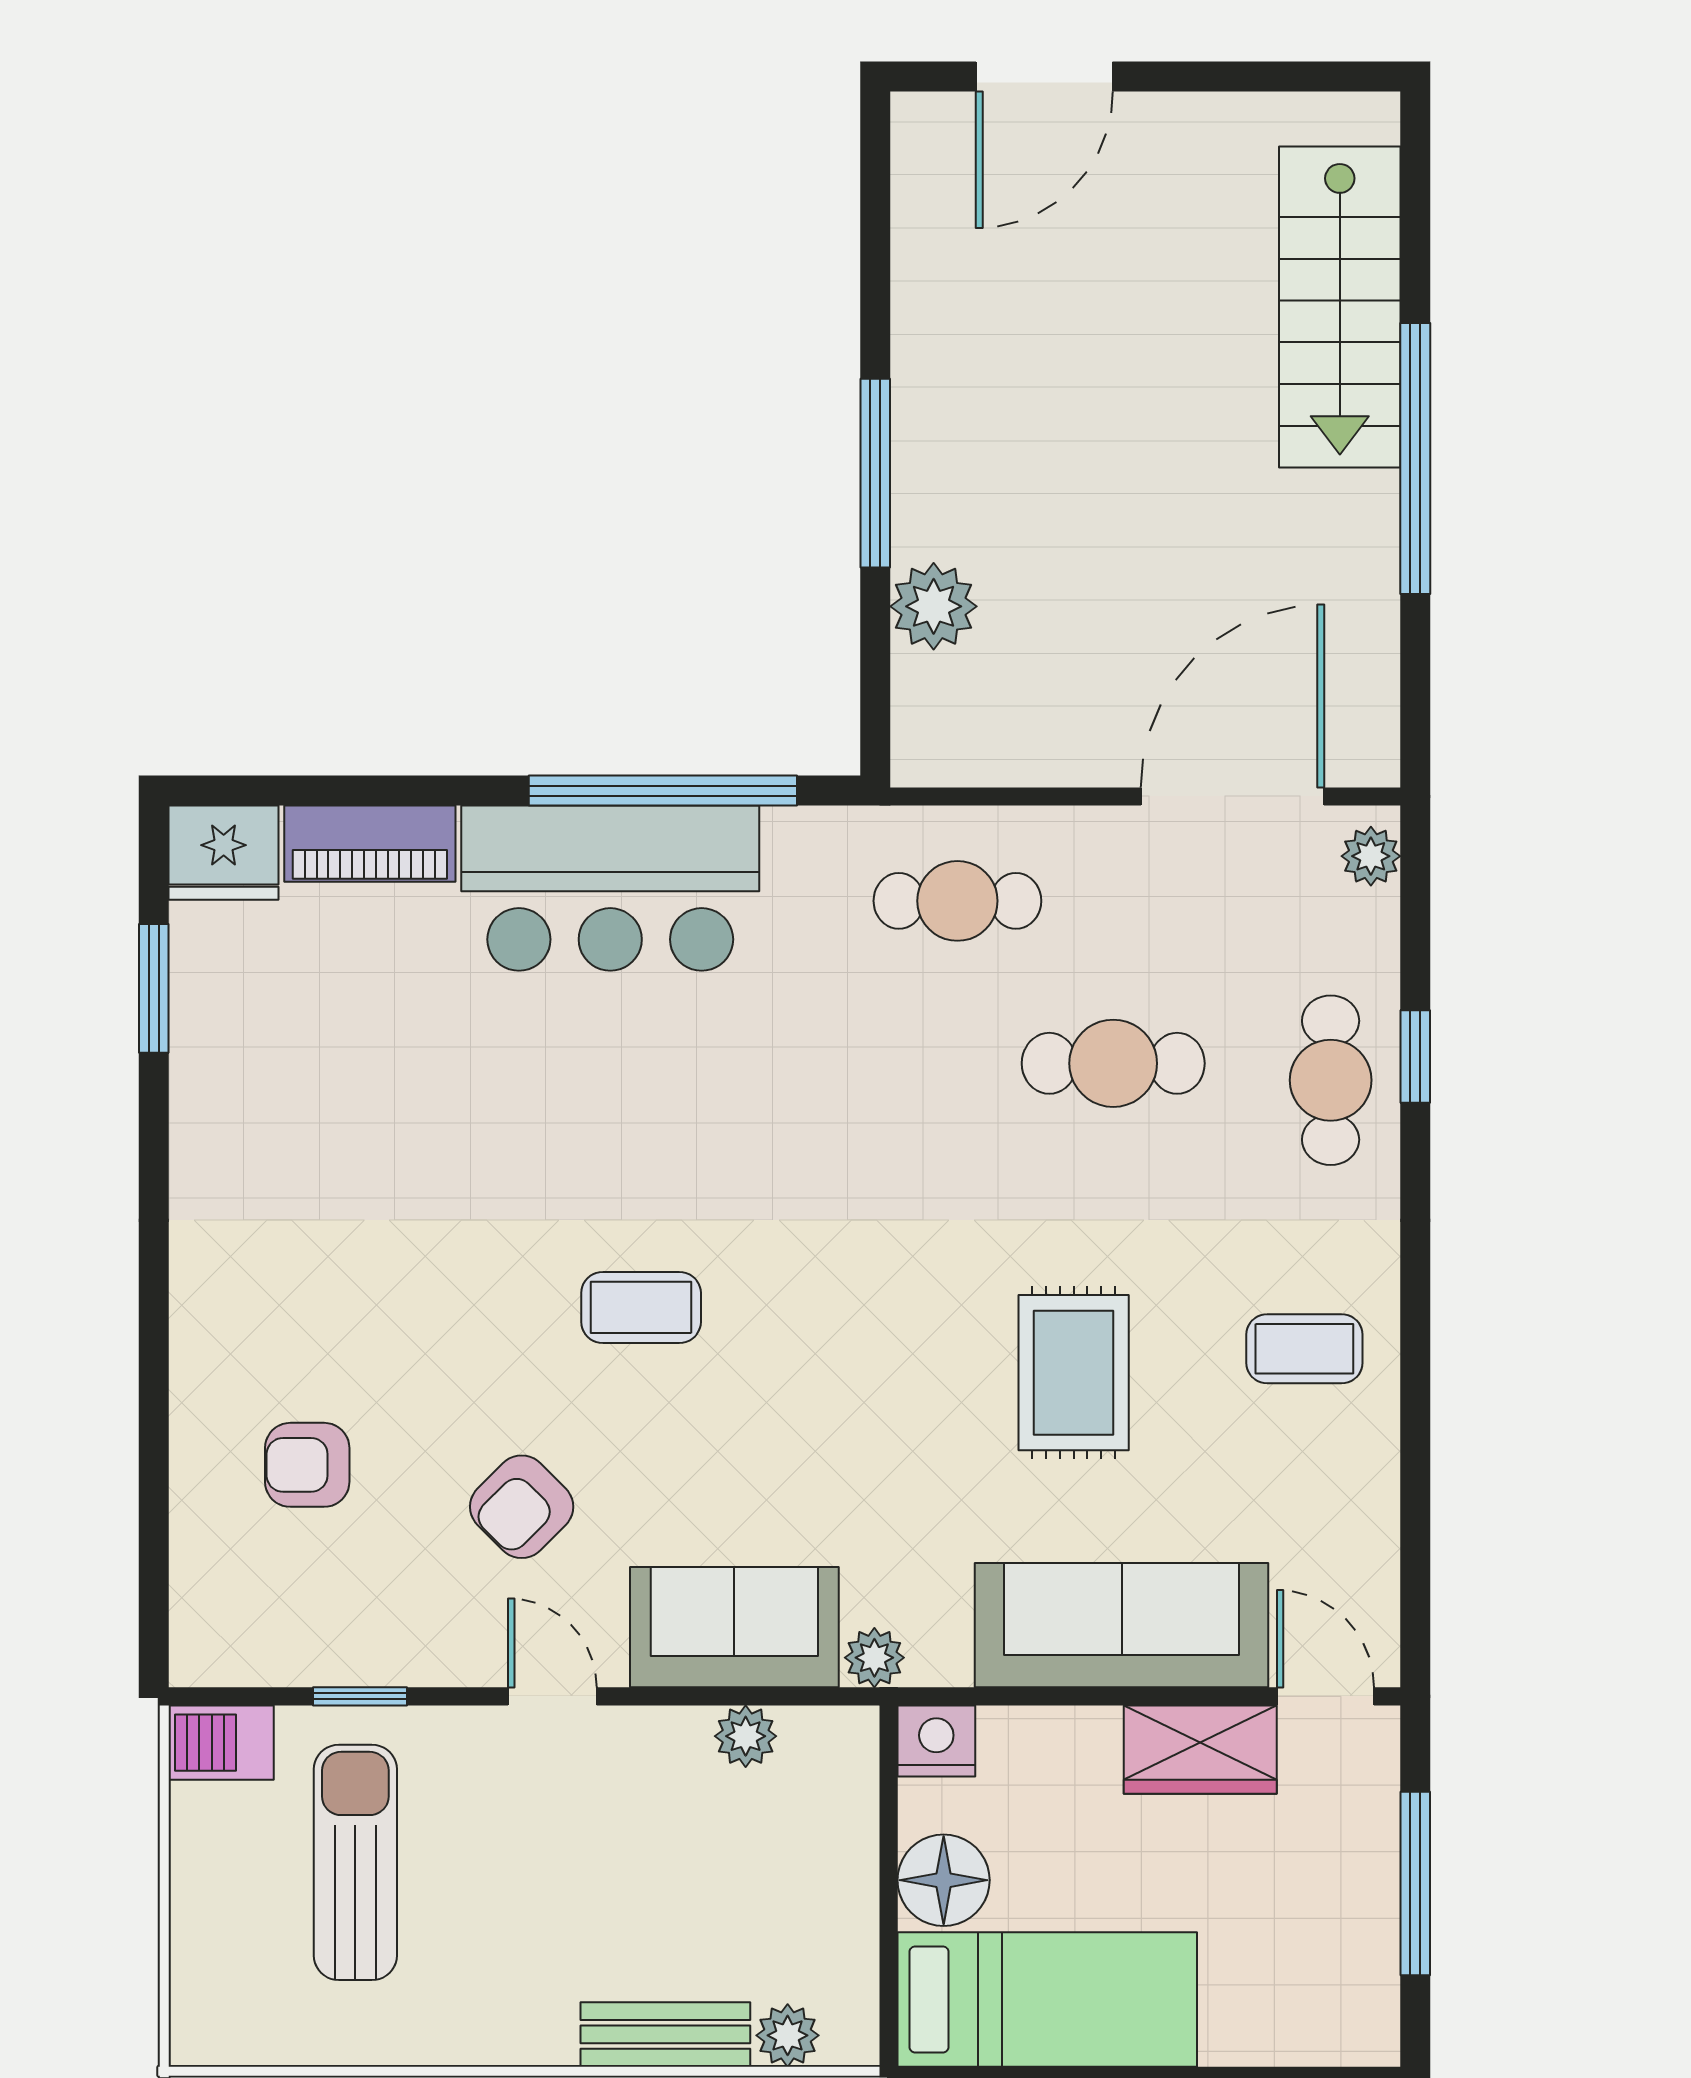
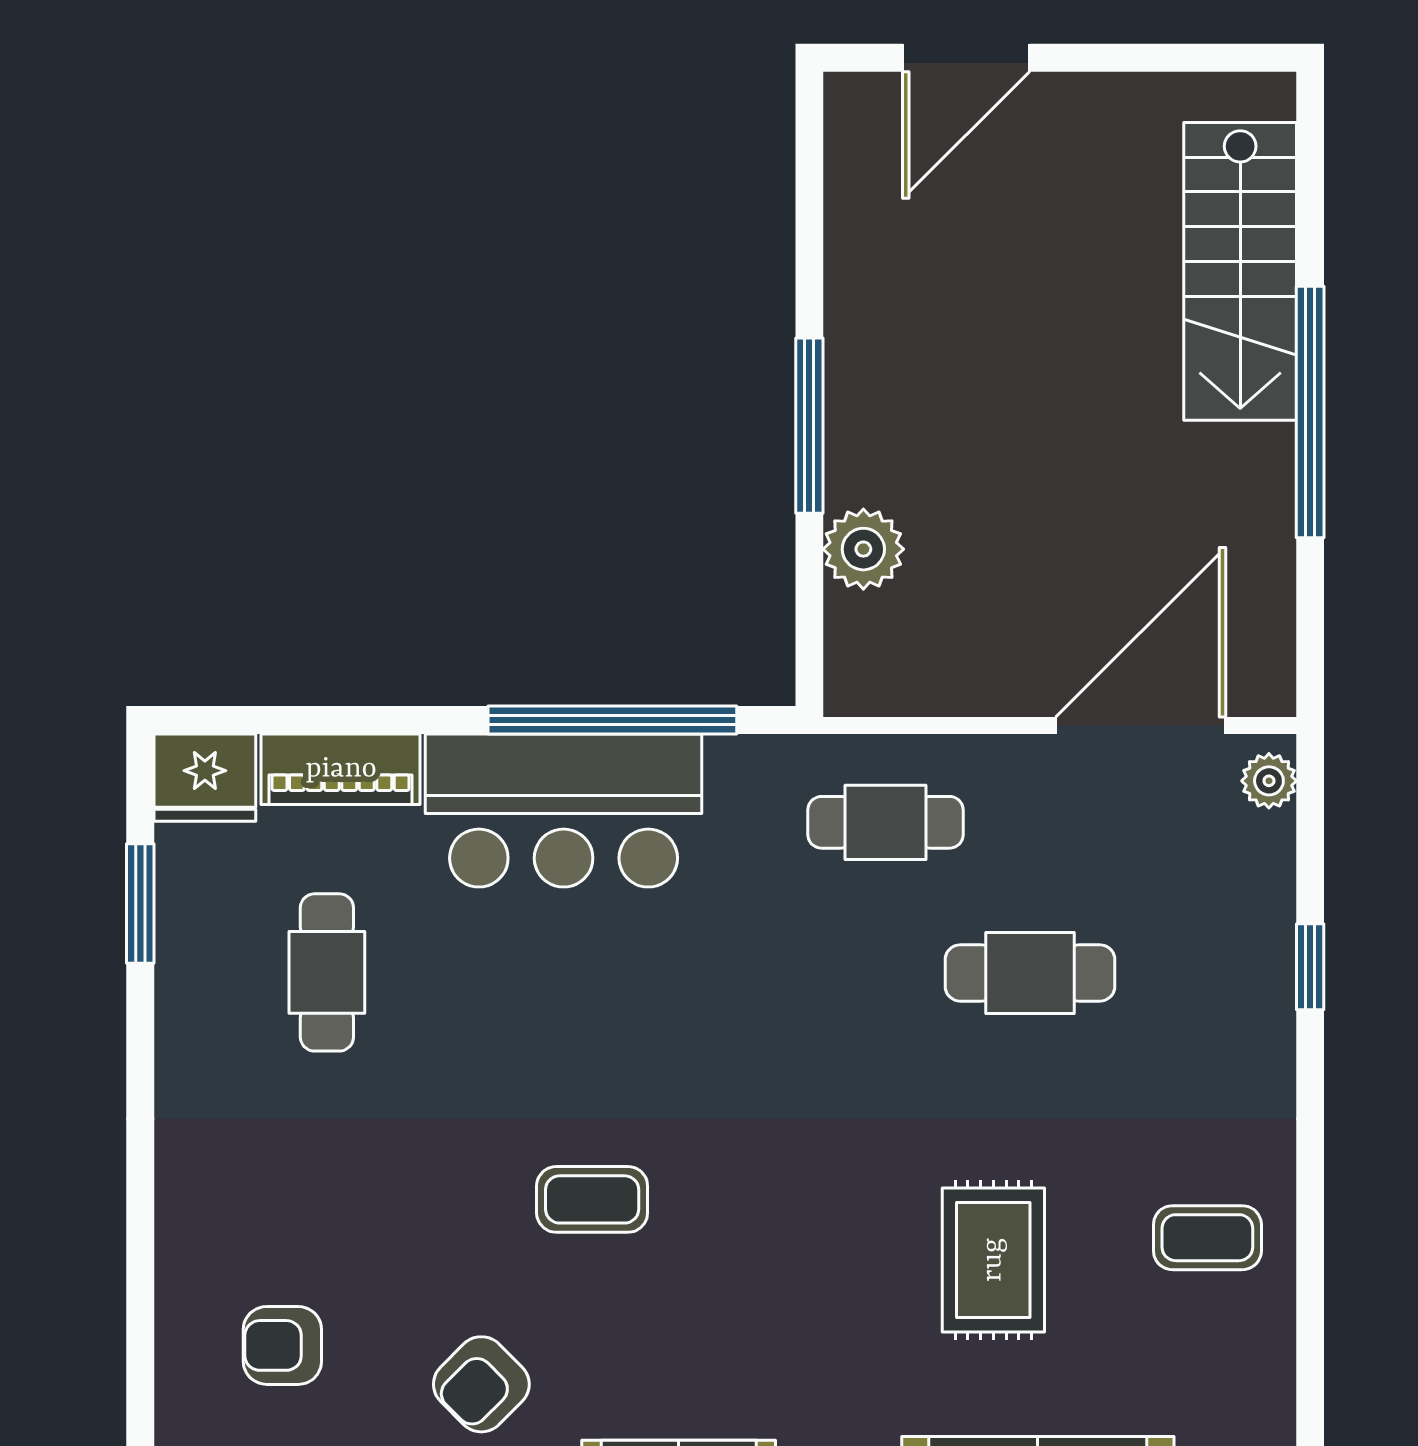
cafe table: (1331, 1080) -> (327, 972), moved

